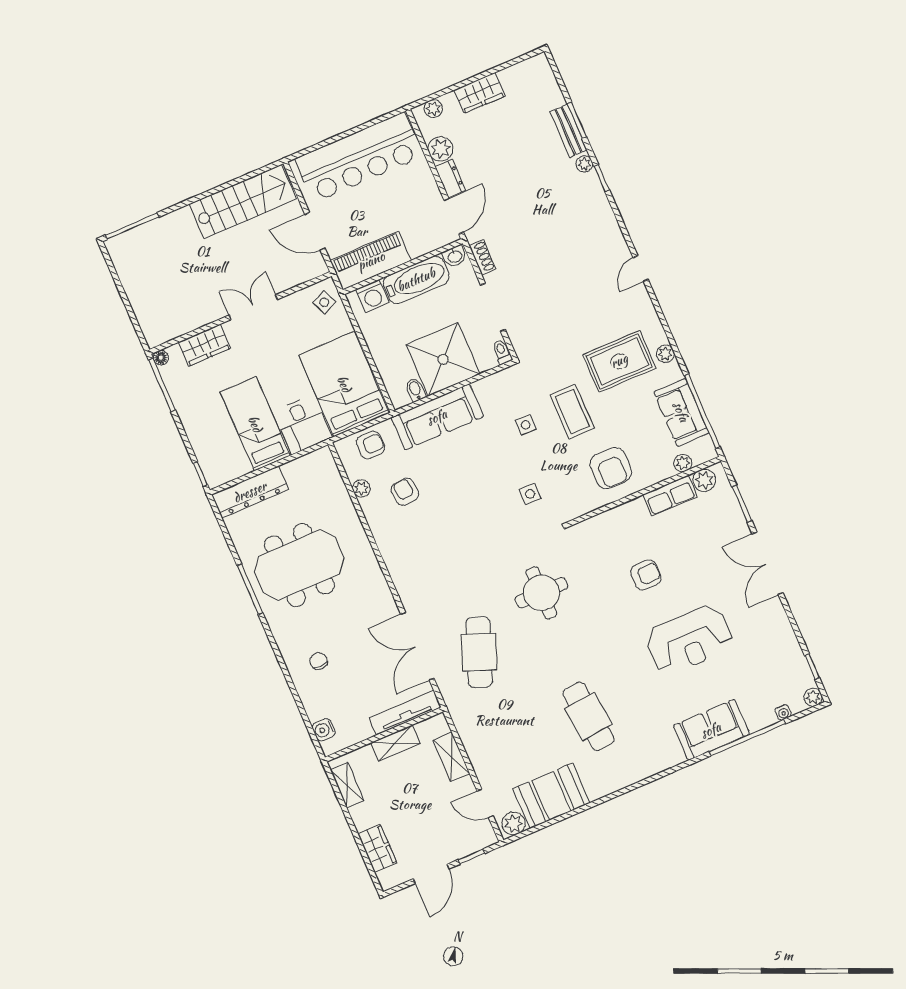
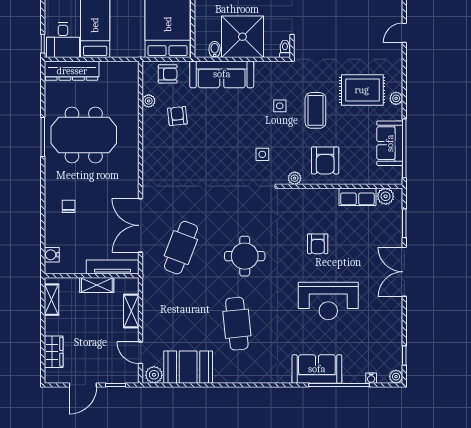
desk: (303, 425) -> (63, 40), moved
plant: (683, 463) -> (295, 178), moved
armchair: (646, 575) -> (318, 244), turned 90
round table: (541, 593) -> (245, 256), moved

